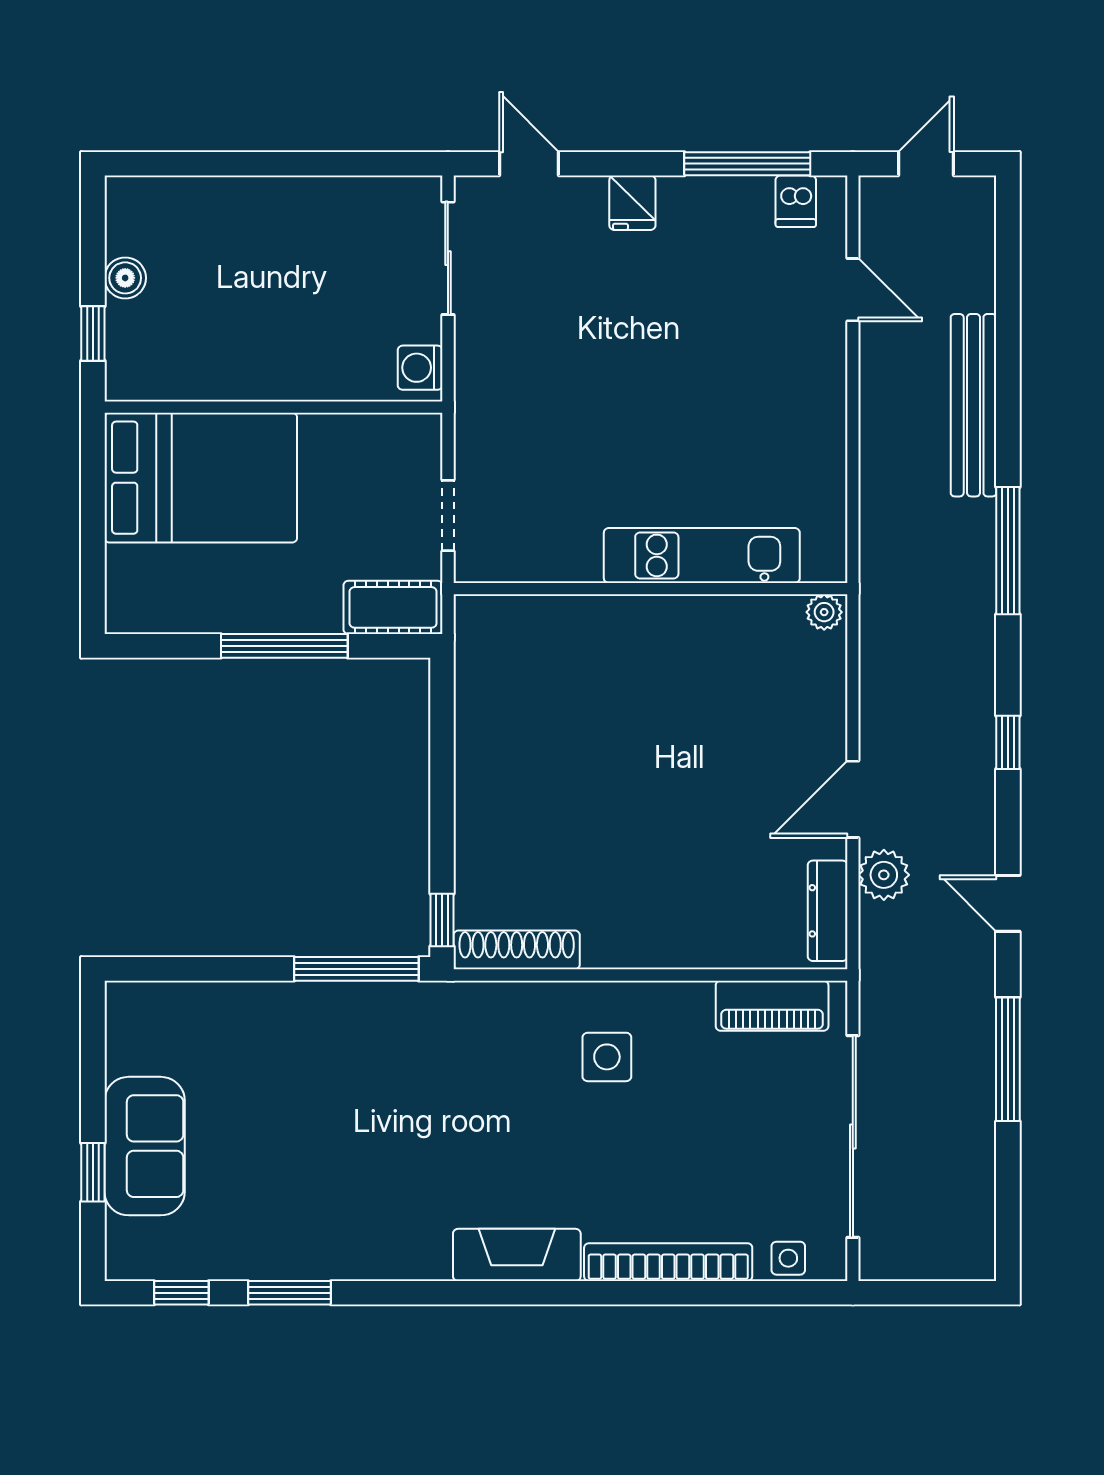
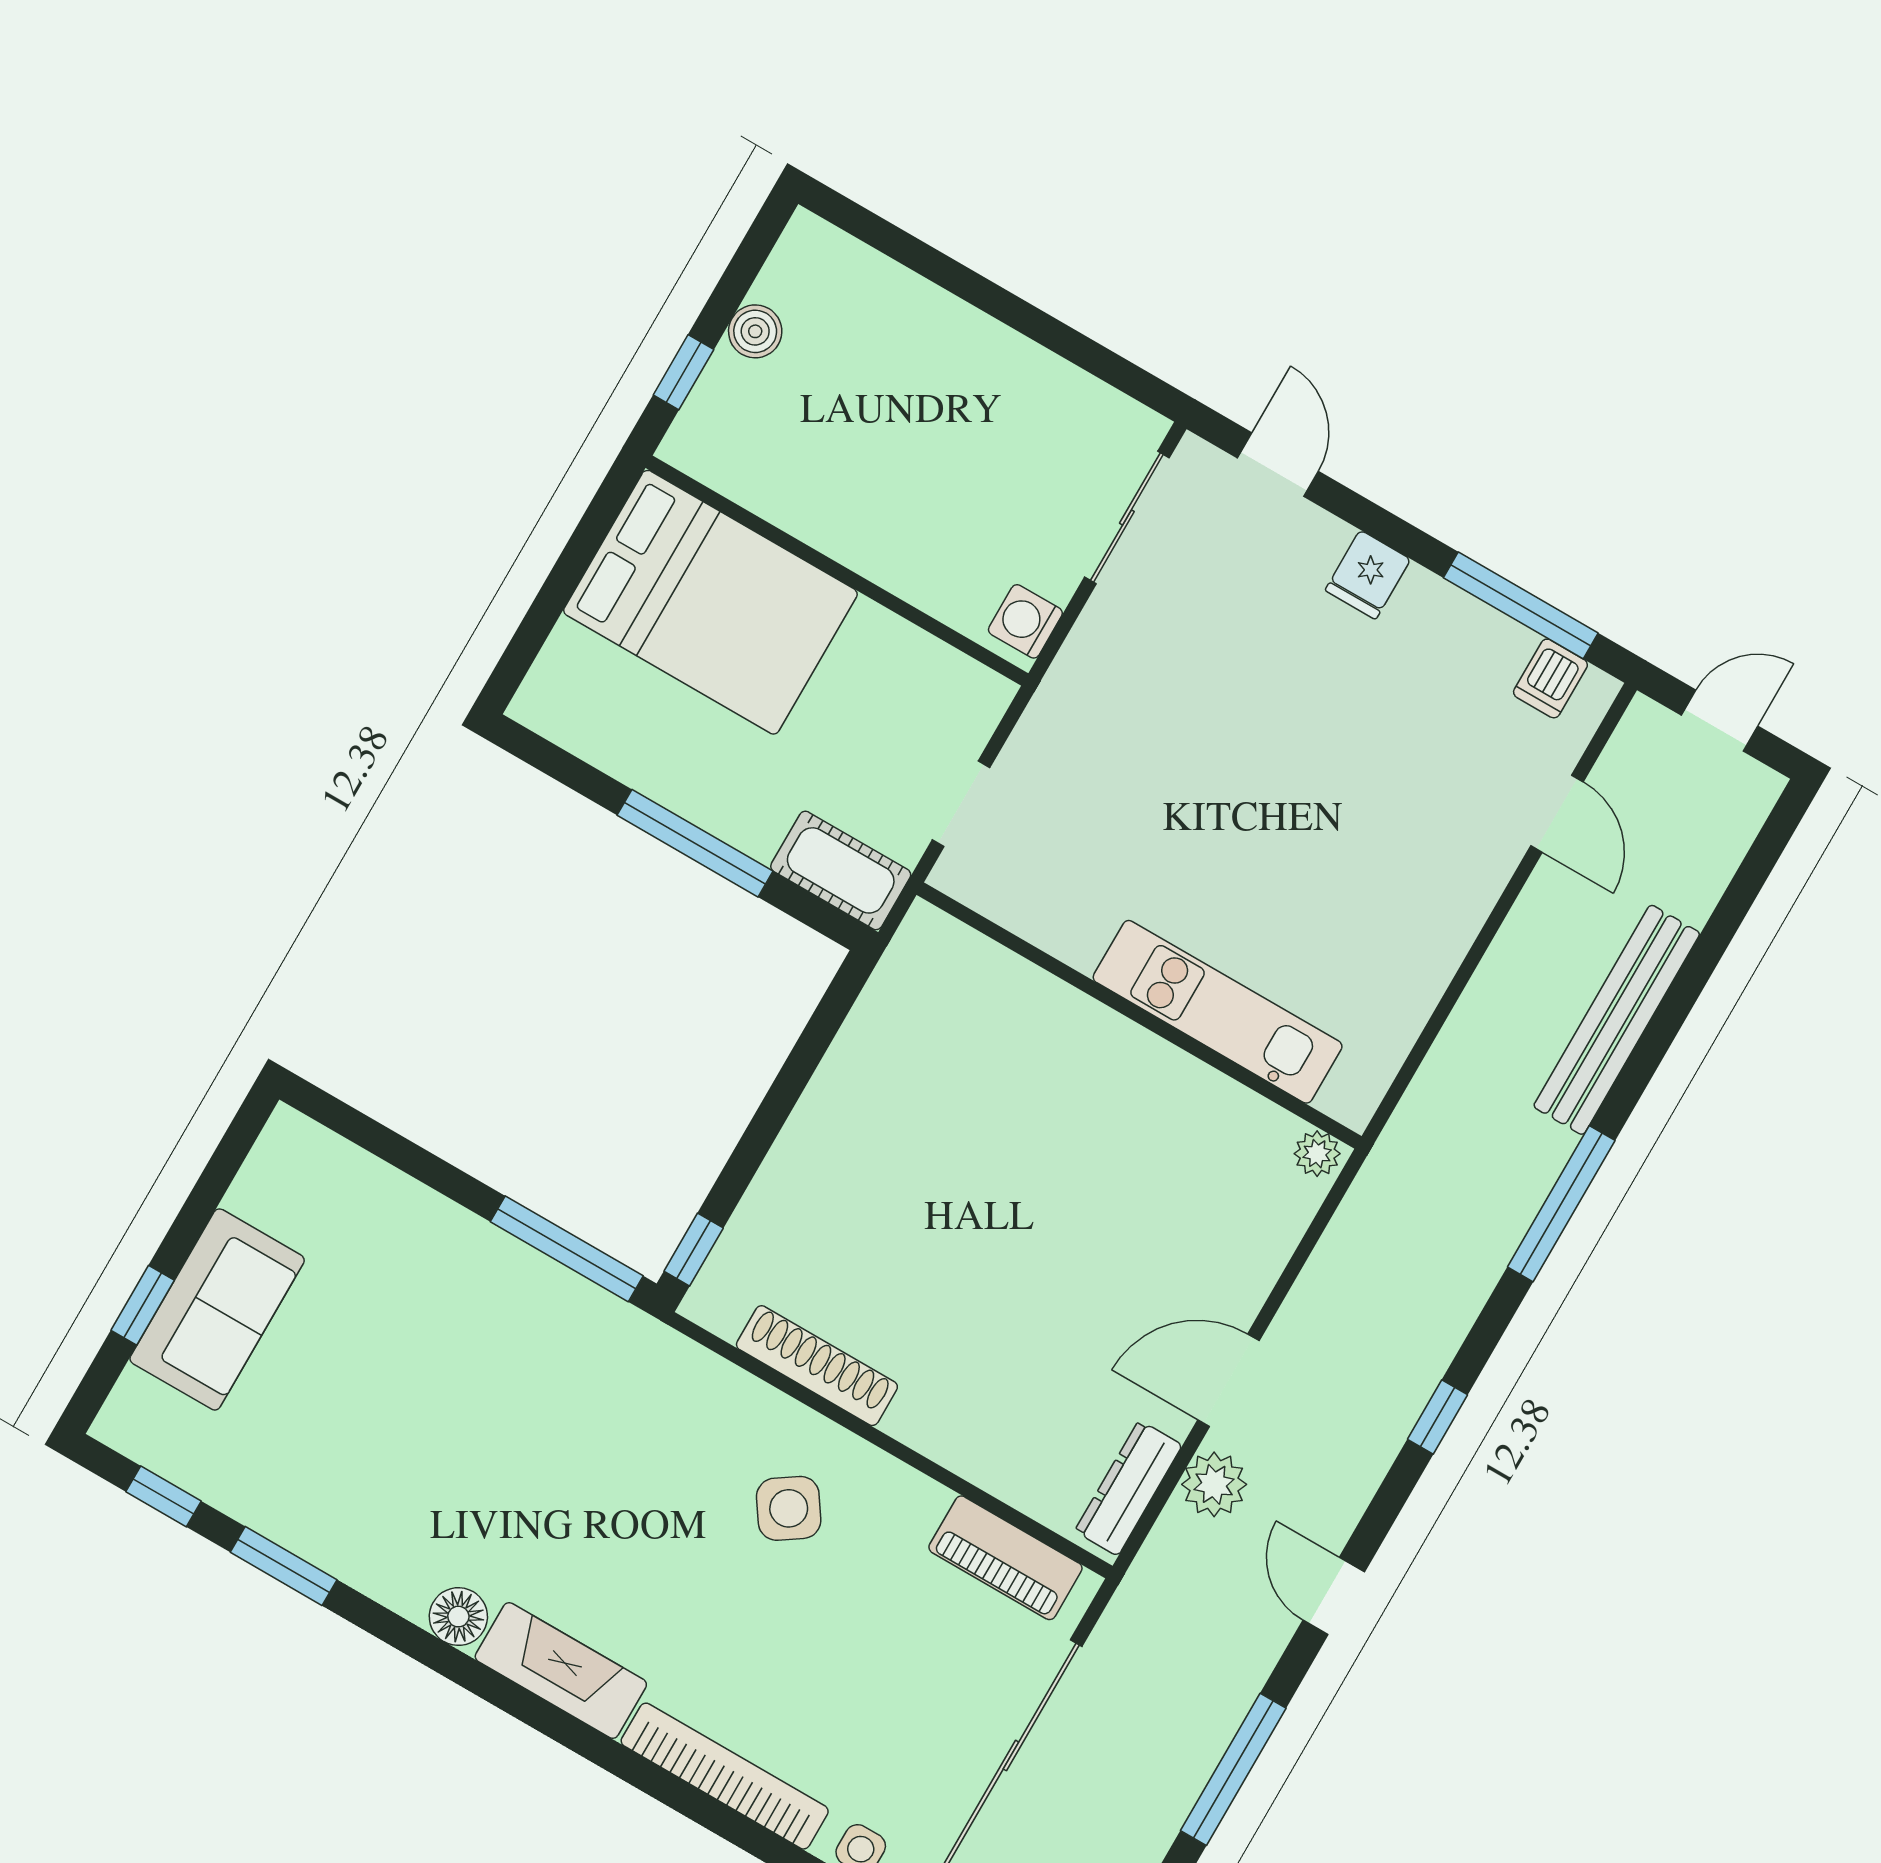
shoe rack: (517, 950) -> (817, 1366), moved
side table: (607, 1057) -> (789, 1508), turned -34
floor lamp: (427, 1259) -> (458, 1617), added

